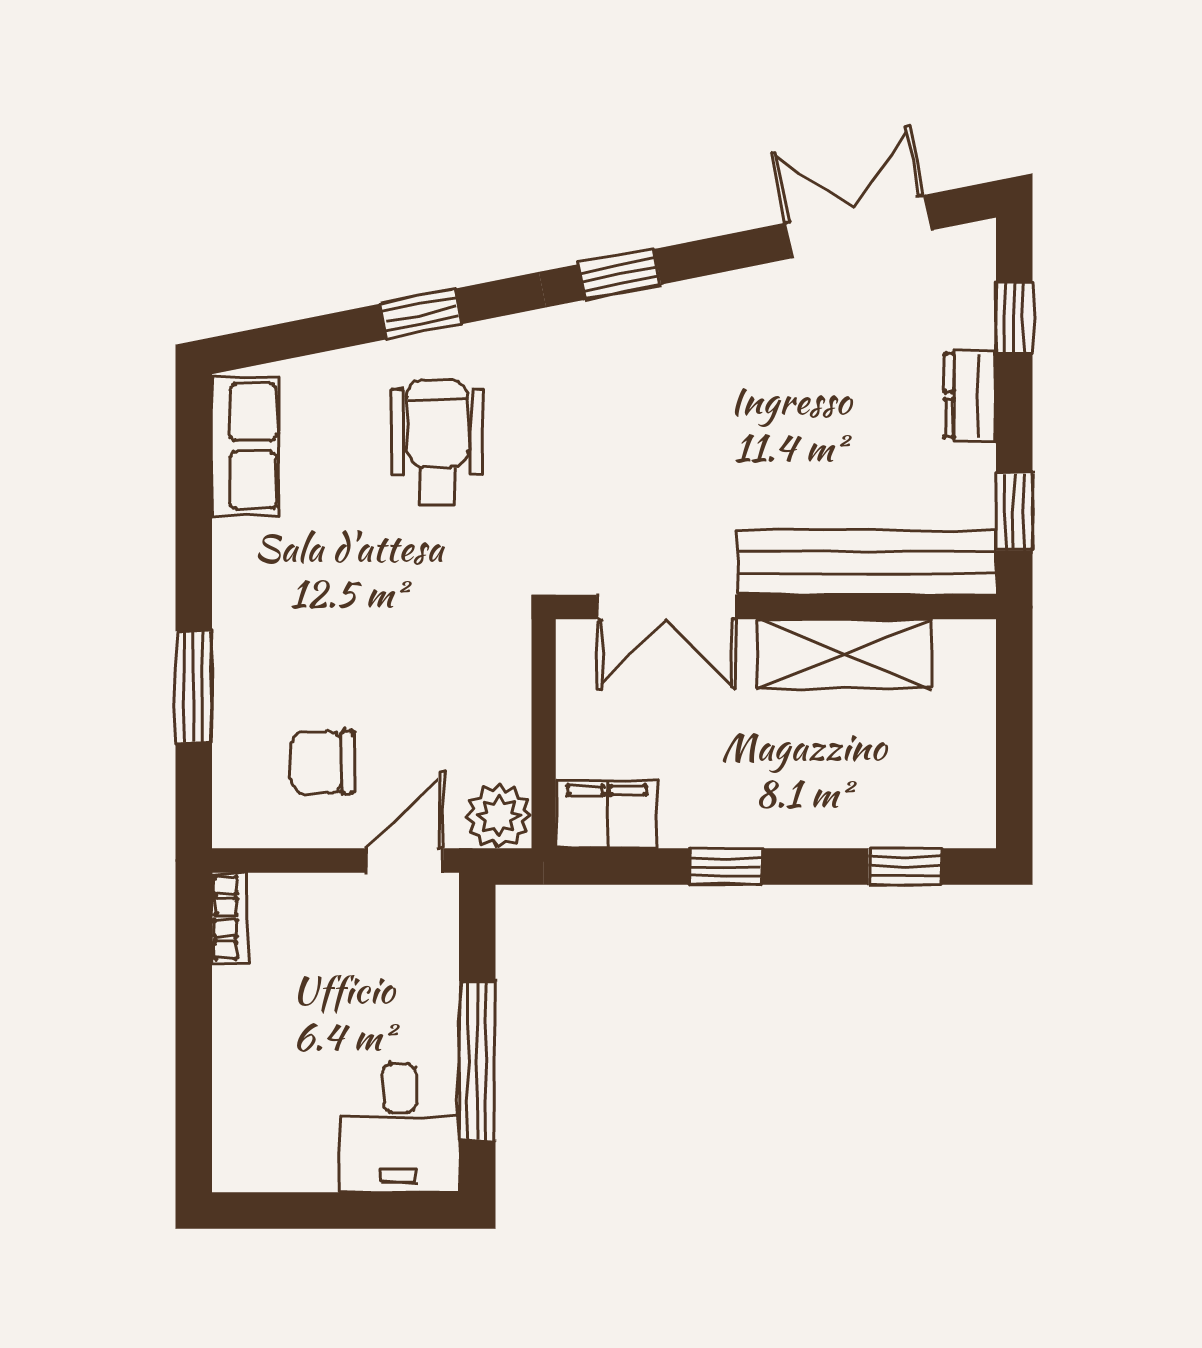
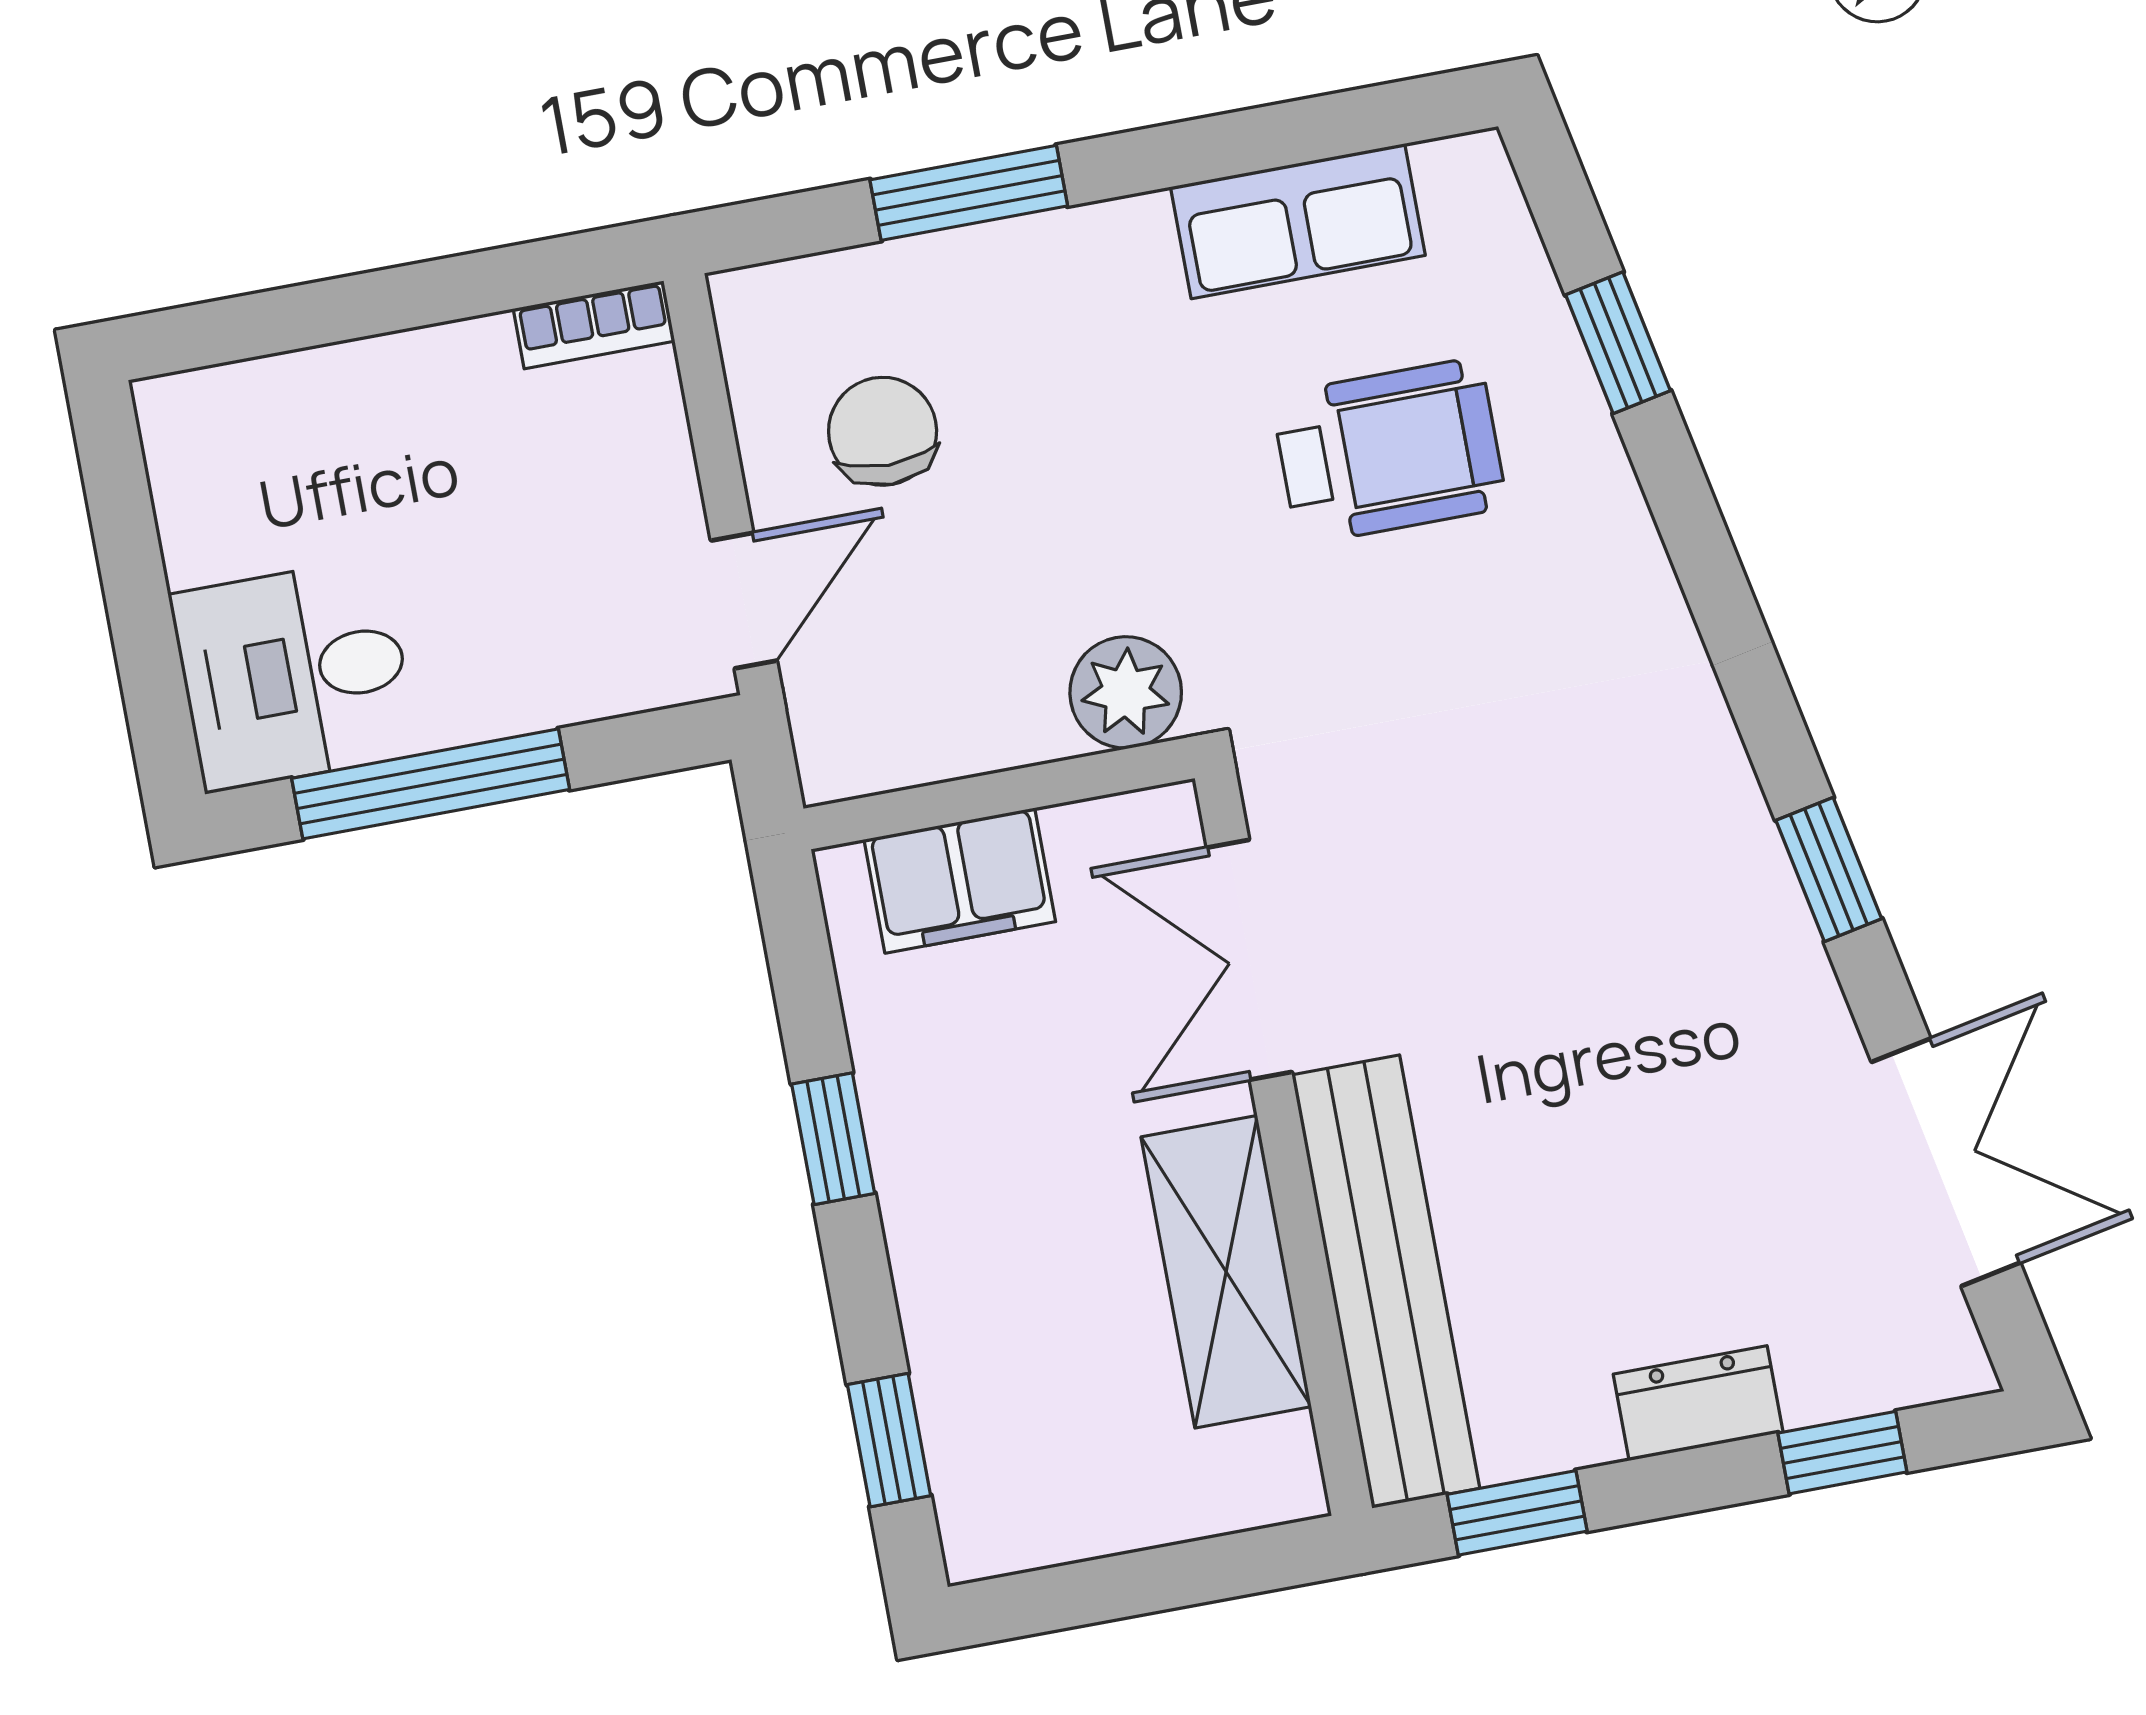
window: (620, 274) -> (1829, 869), moved
window: (421, 314) -> (1618, 343), moved
wheelchair: (438, 442) -> (1389, 451), moved
row of seats: (245, 446) -> (1298, 221), moved
filing cabinet: (607, 814) -> (960, 881), moved, turned 90
plant: (499, 816) -> (1126, 692), moved
door: (405, 860) -> (744, 601), hinge flipped

